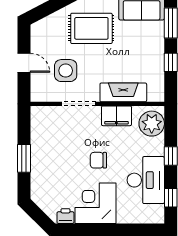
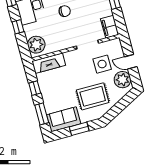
plant: (43, 41) -> (123, 80), added
fireplace: (123, 92) -> (49, 63), moved
filing cabinet: (116, 116) -> (110, 27), moved, turned -90

